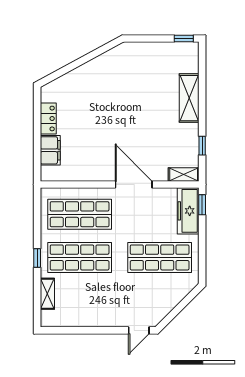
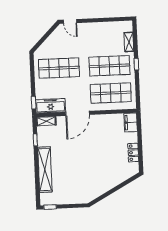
shelving: (189, 98) -> (45, 170), width x1.47
filing cabinet: (50, 150) -> (131, 122), moved
door: (134, 184) -> (77, 113), hinge flipped
freezer: (188, 211) -> (51, 106), moved, turned -90
door: (139, 330) -> (70, 21), swing flipped

